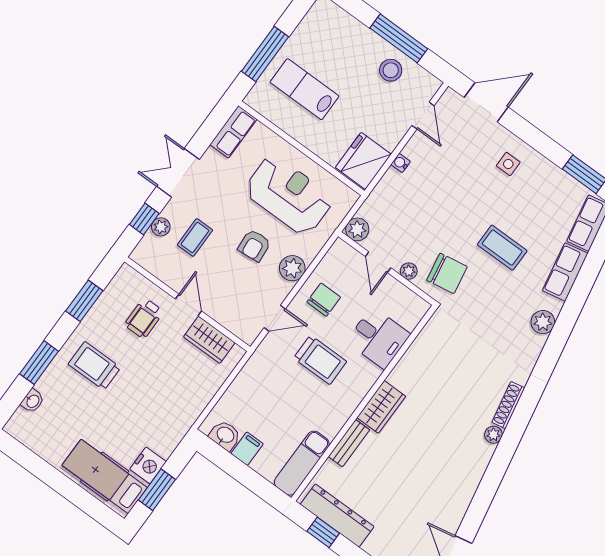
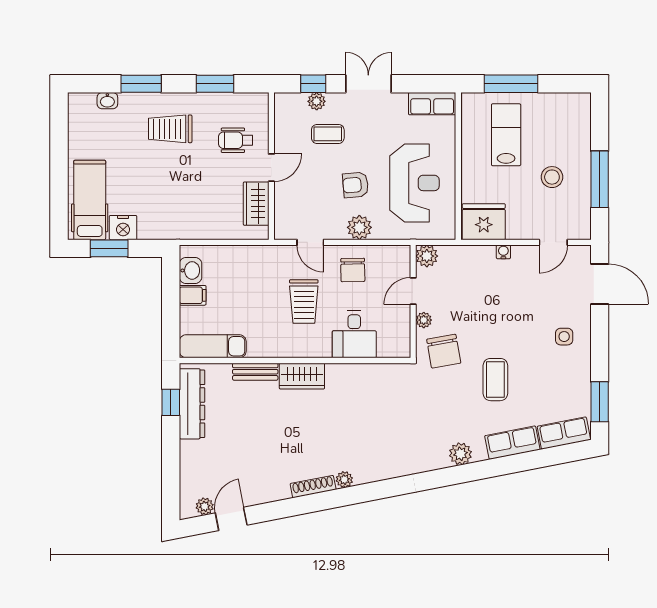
stool: (391, 70) -> (552, 177), moved
chair: (324, 300) -> (353, 270), turned 89
trolley: (94, 366) -> (170, 129), turned -90
shoe rack: (508, 405) -> (313, 487), moved

